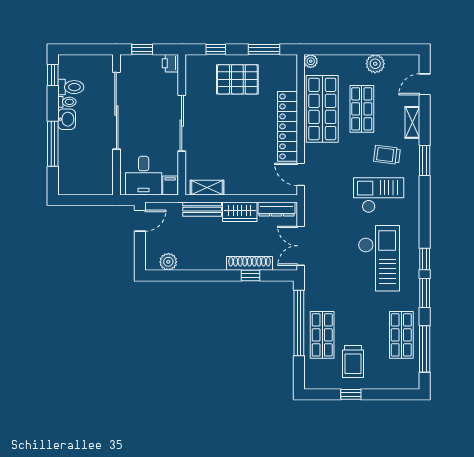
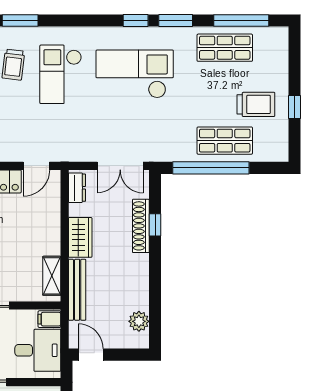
bench: (202, 209) -> (77, 290), width x1.36
dresser: (276, 209) -> (77, 188), width x0.70

